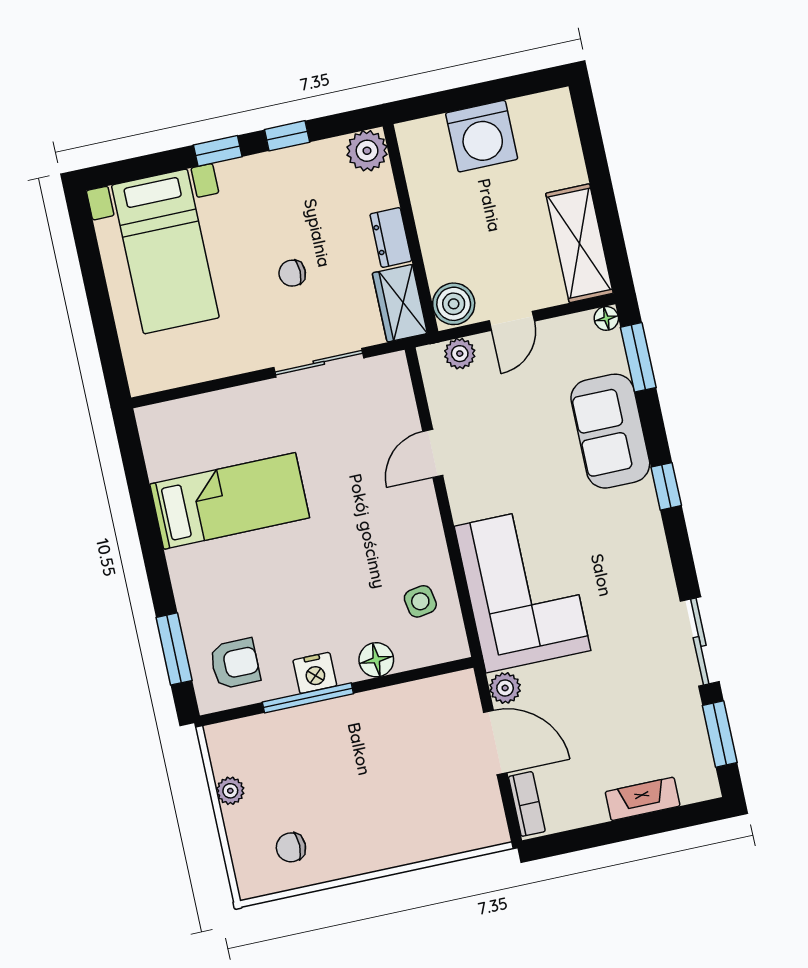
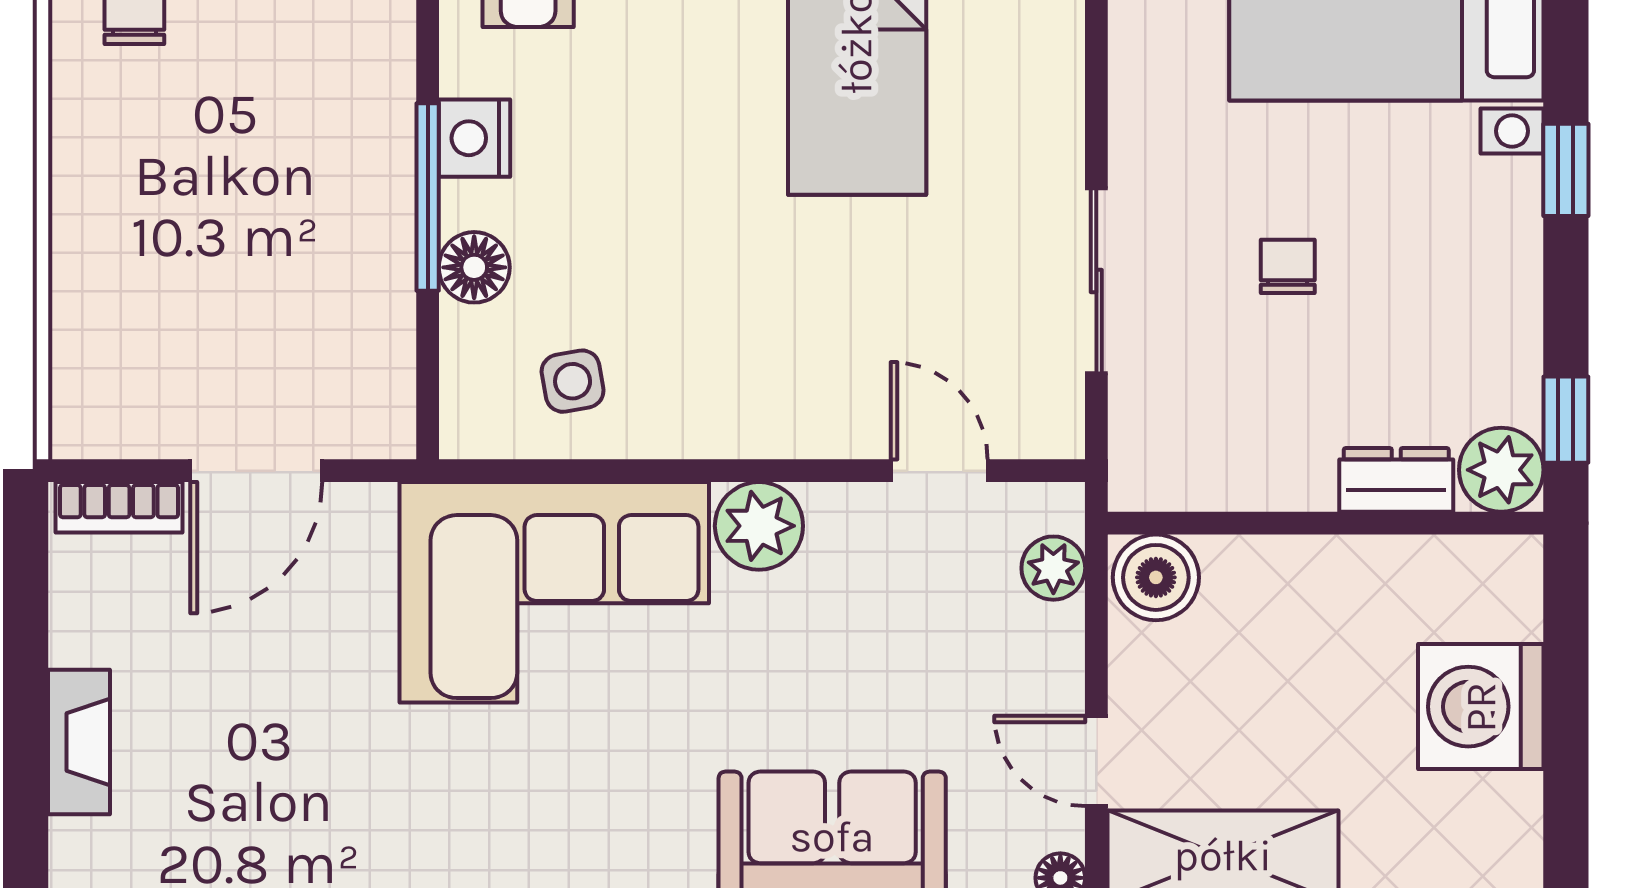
window: (287, 136) -> (1566, 420), moved
dresser: (391, 238) -> (1396, 480), moved
wardrobe: (400, 303) -> (1181, 470), removed
door: (512, 321) -> (1096, 761), moved
door: (433, 453) -> (939, 471), moved
plant: (505, 688) -> (759, 526), moved, width x1.38, depth x1.38
window: (308, 698) -> (428, 197), moved

